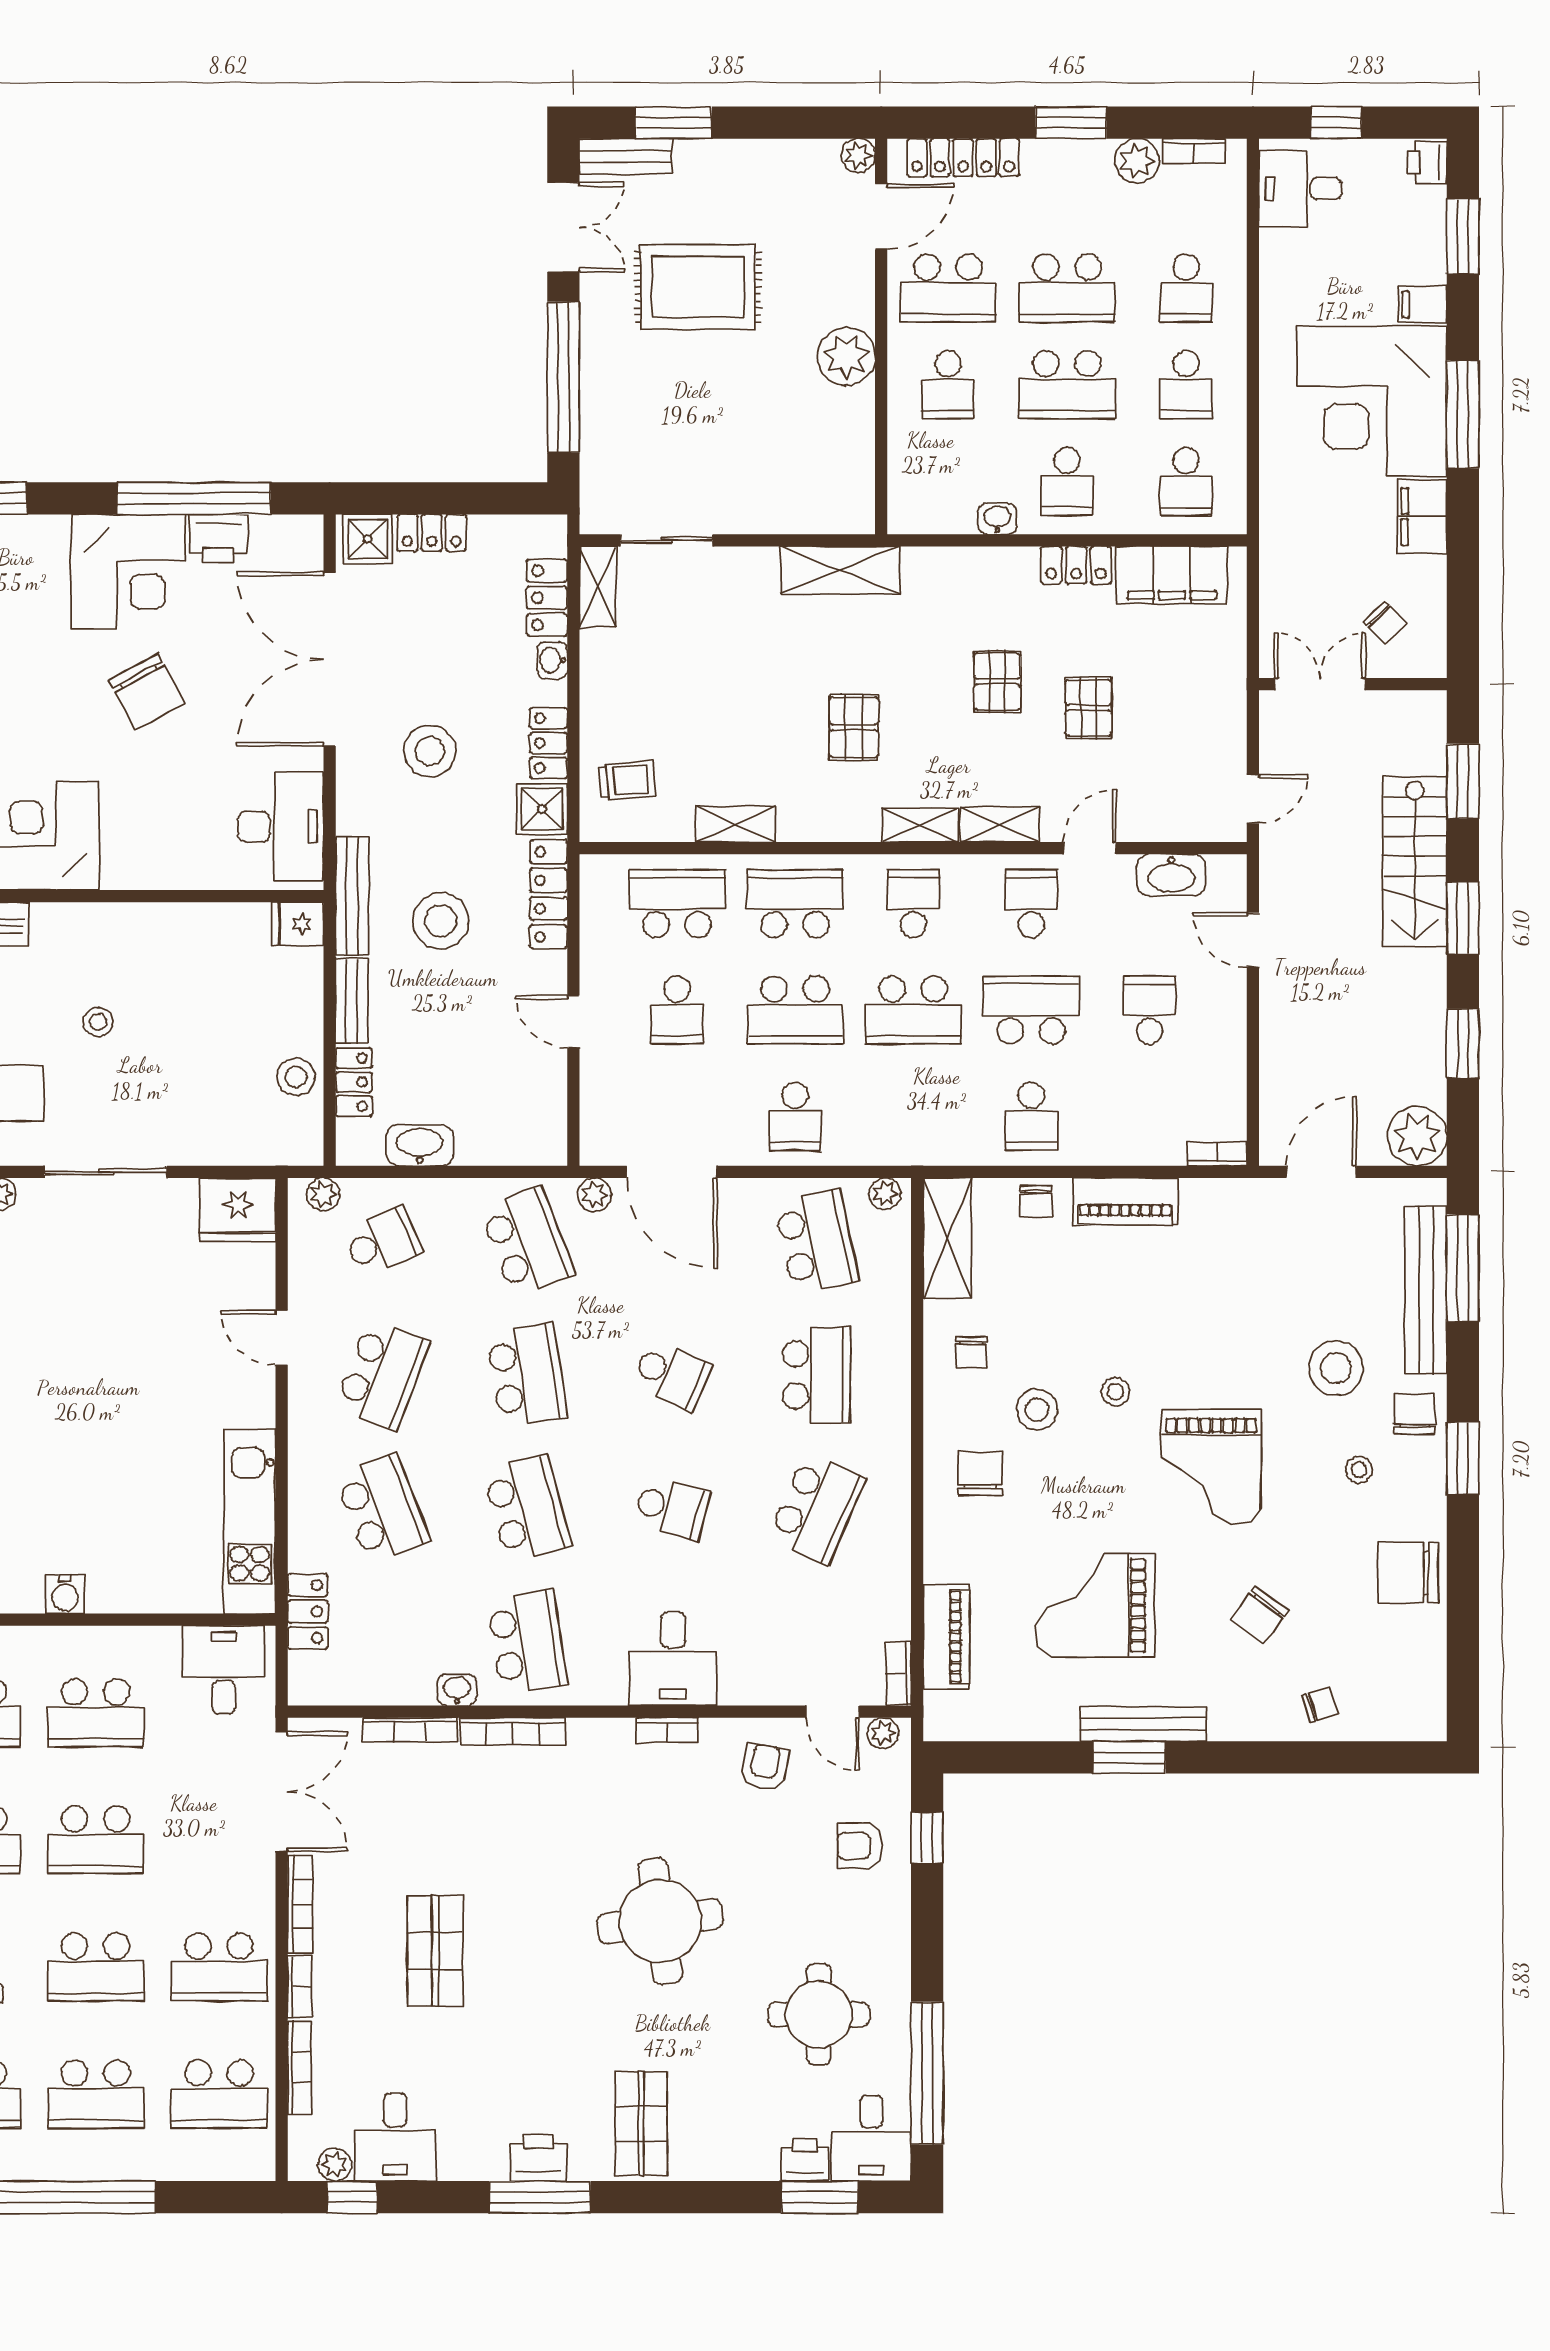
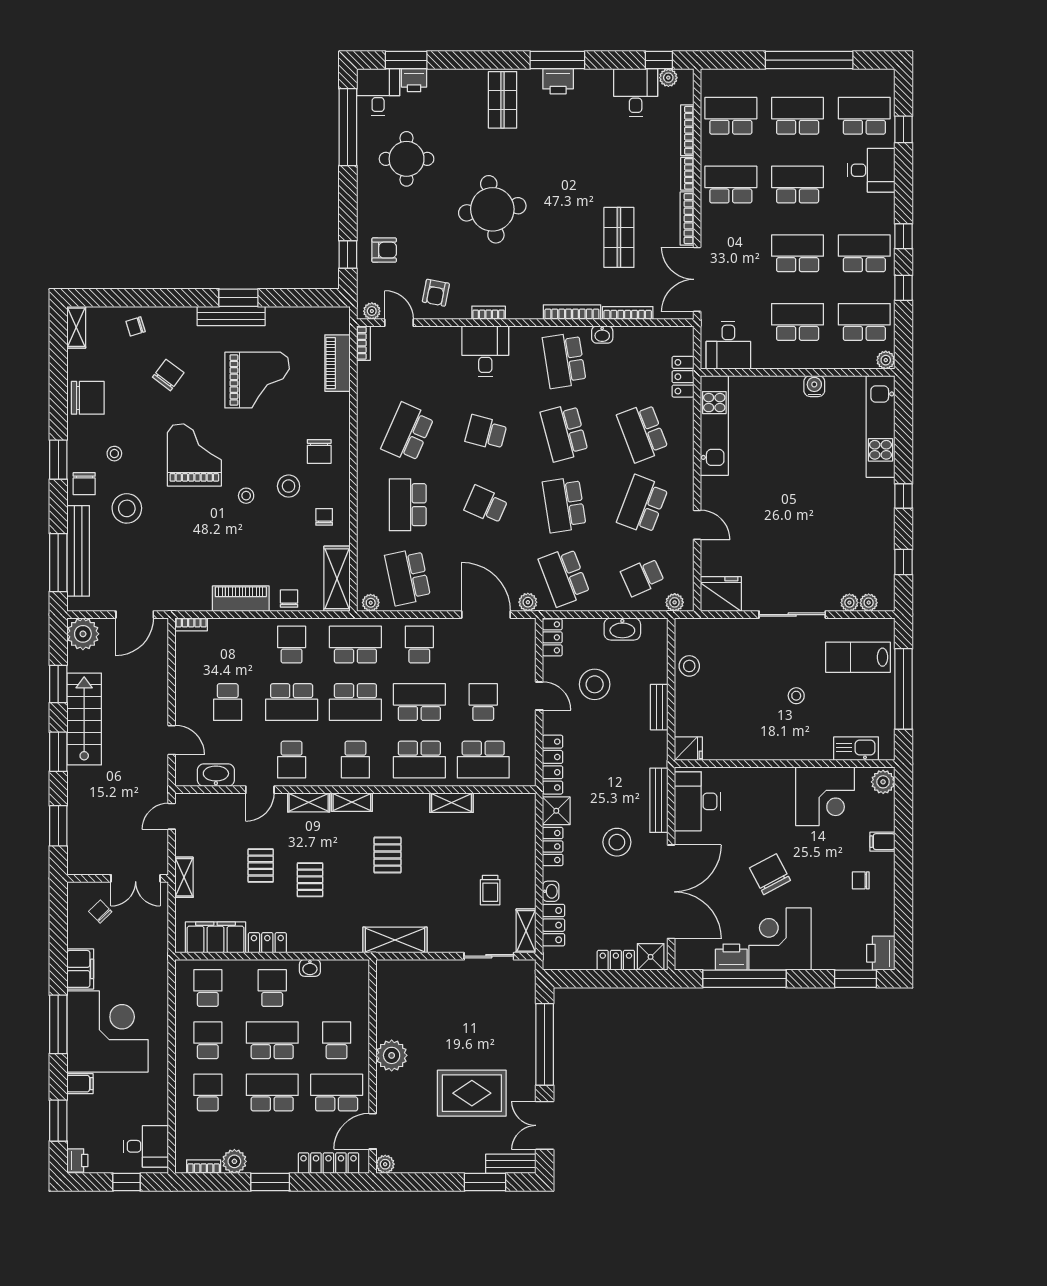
shelving: (1230, 686) -> (184, 877), added
trolley: (627, 780) -> (490, 890), moved, turned -85
stairs: (1415, 862) -> (84, 719), moved
bench: (352, 896) -> (659, 800), moved
stool: (441, 921) -> (595, 684), moved
school desk: (913, 1010) -> (355, 702), turned 180
locker: (354, 1082) -> (552, 637), moved, turned 180
school desk: (913, 1116) -> (355, 645), added
shelving: (1429, 1703) -> (76, 327), added
shop shelf: (435, 1951) -> (619, 237), moved

